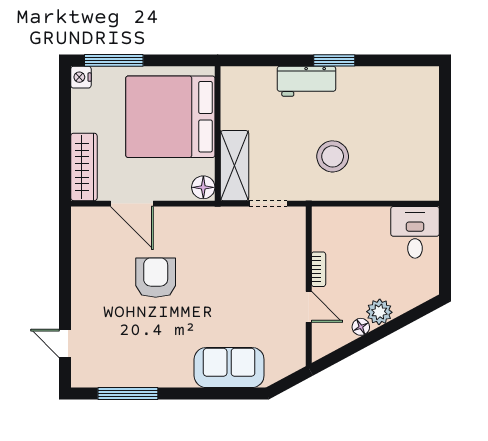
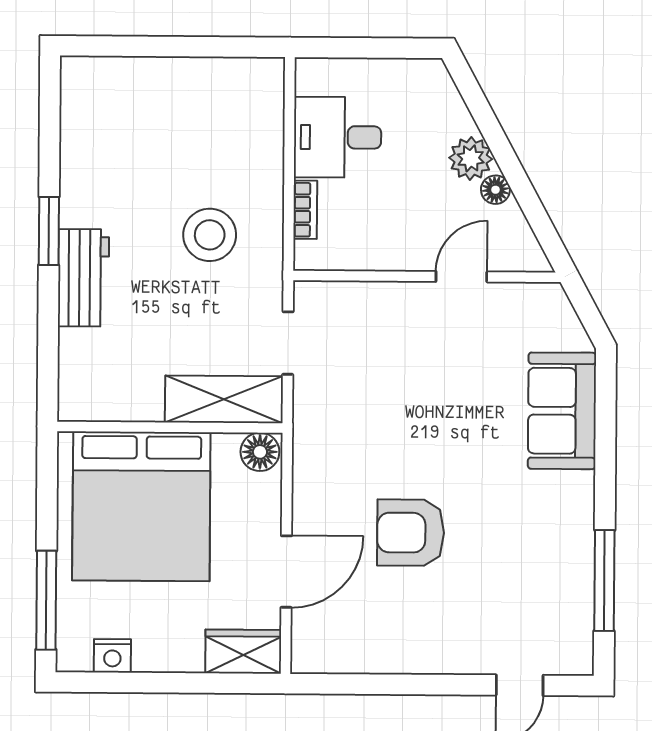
nightstand: (81, 77) -> (112, 656), moved
wardrobe: (84, 167) -> (243, 652), width x0.67
desk: (415, 232) -> (338, 137), moved
bookcase: (319, 269) -> (305, 210), moved, turned 90

